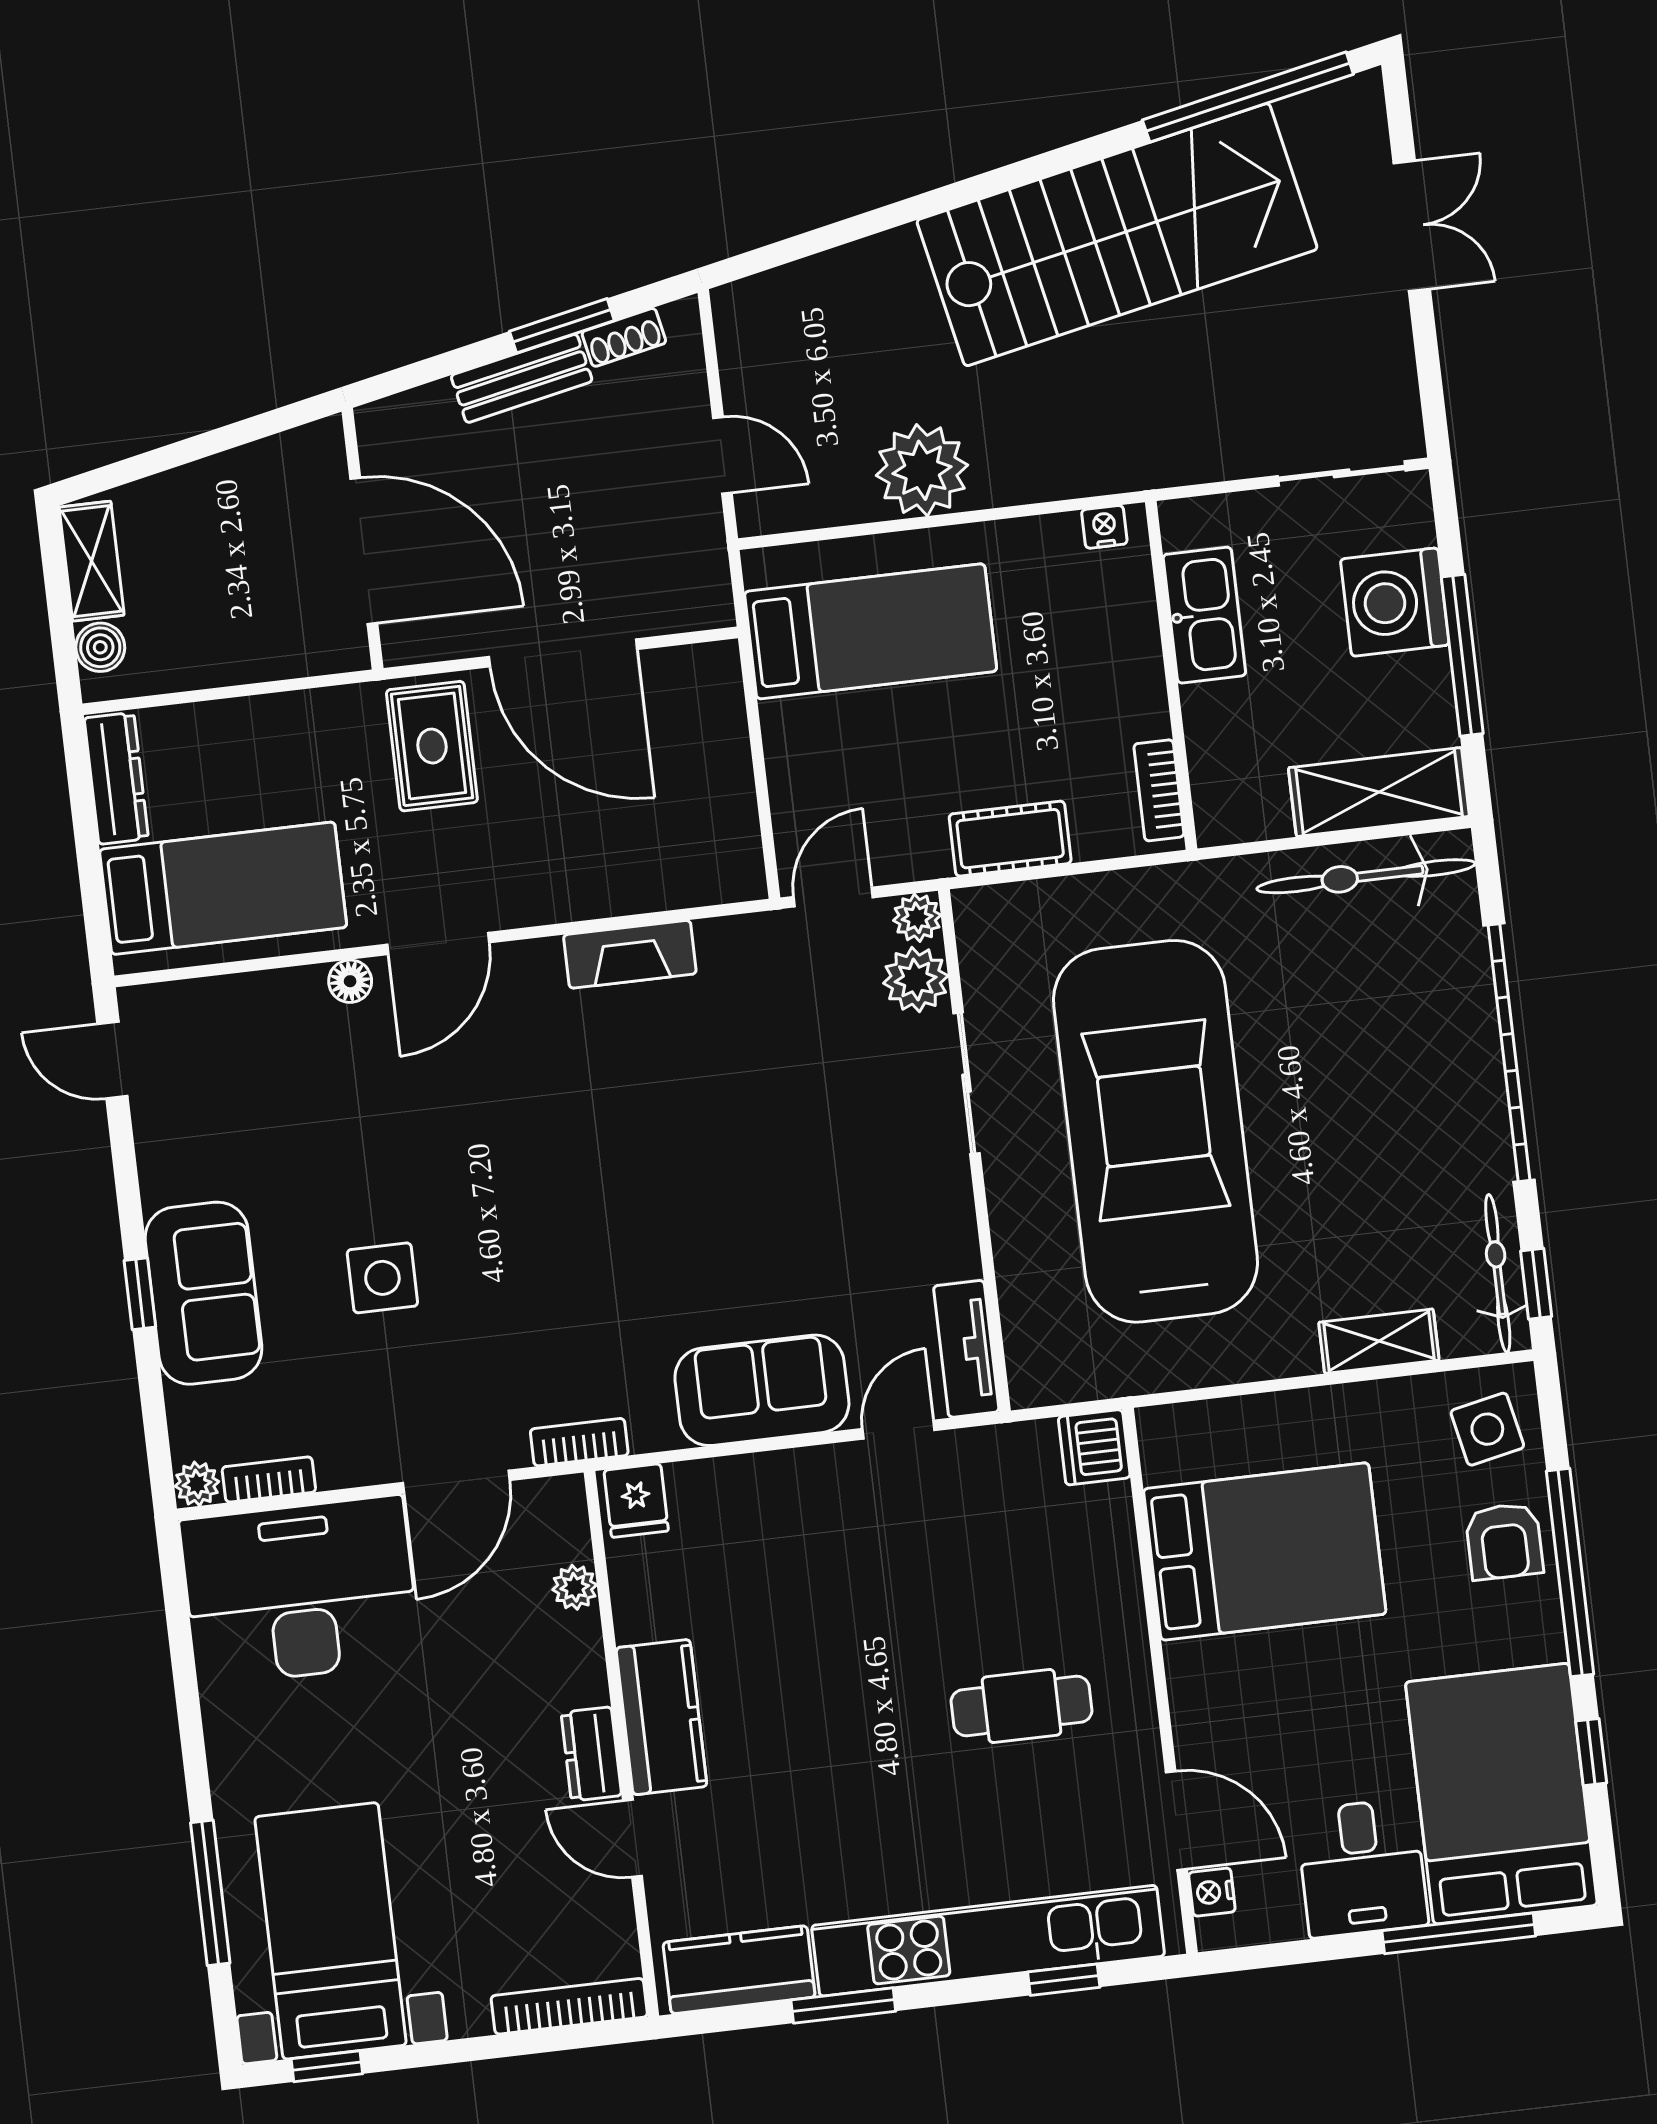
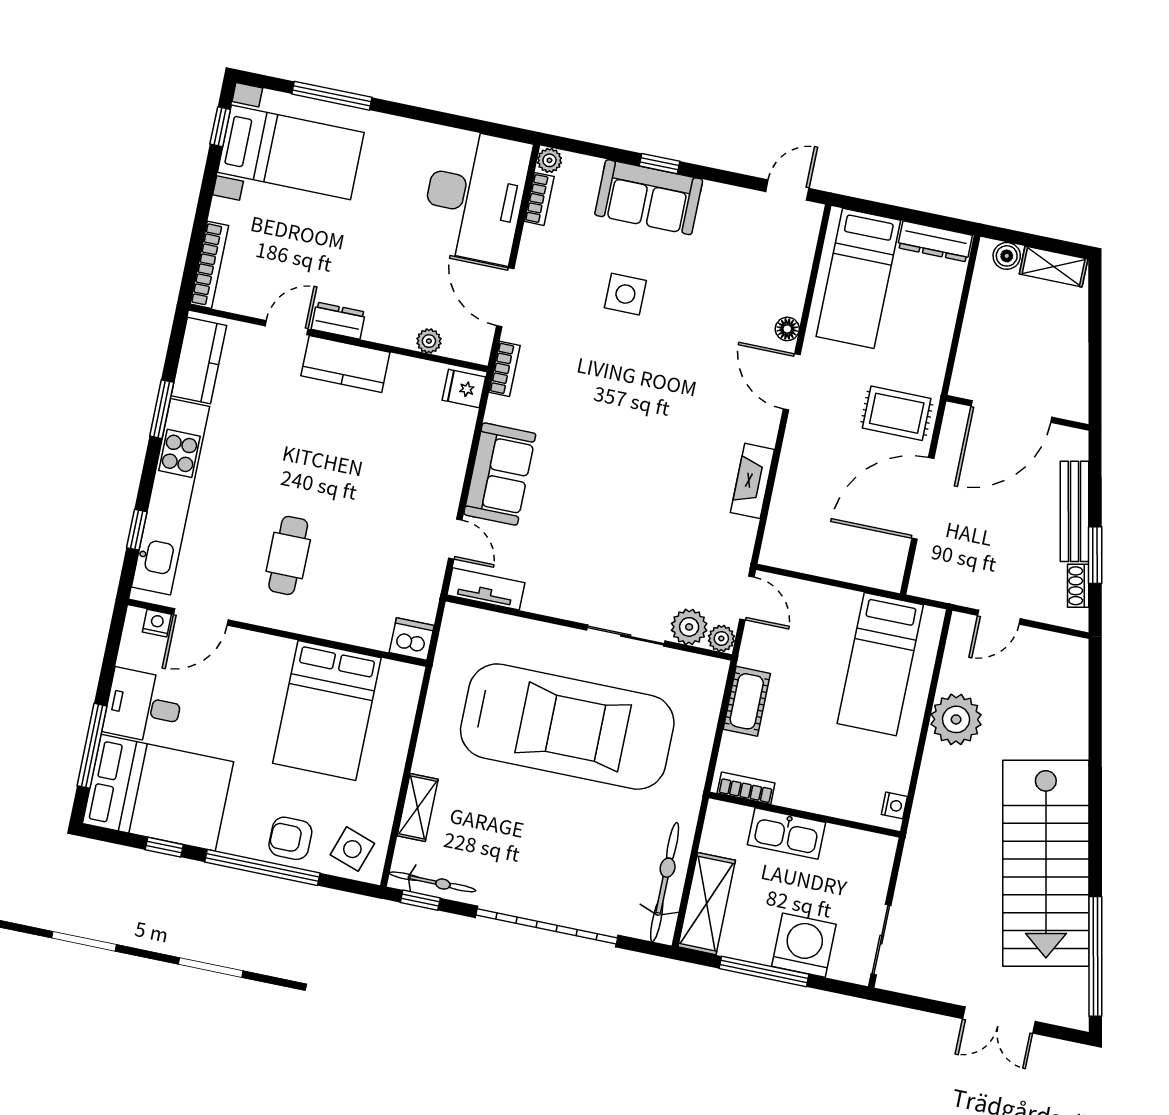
bench: (522, 378) -> (1074, 511), width x1.36
kitchen sink: (1204, 615) -> (786, 834), moved
side table: (1487, 1429) -> (352, 849), turned 31

